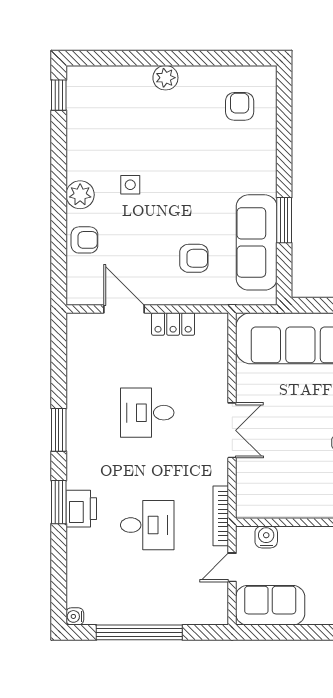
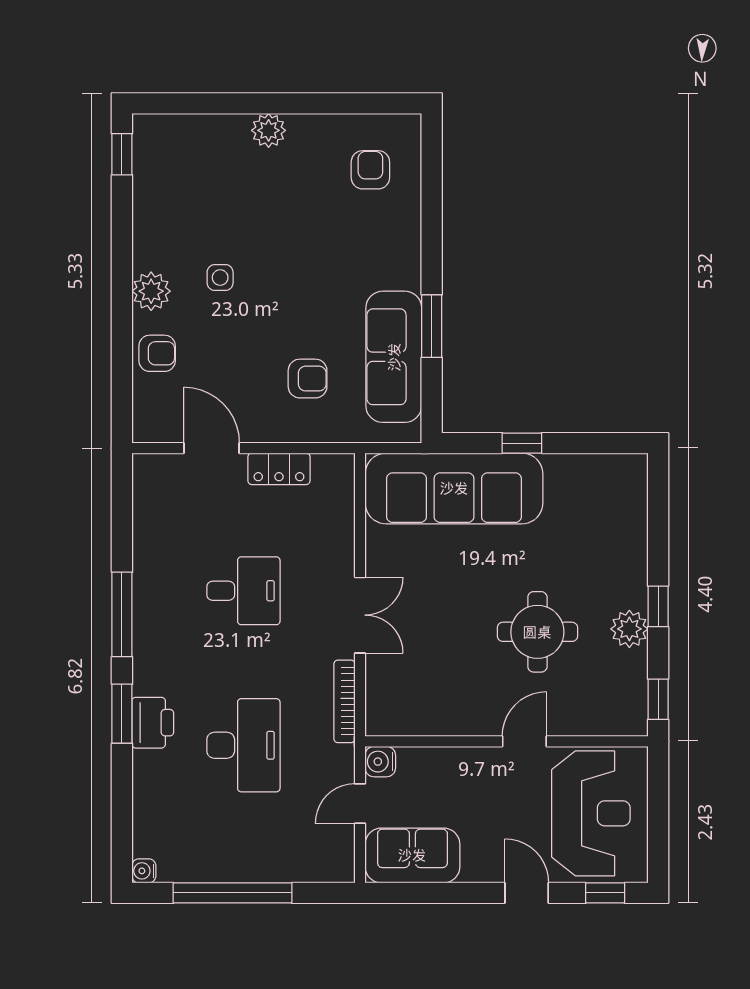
desk: (147, 413) -> (243, 591), turned 180
window: (59, 430) -> (122, 614), width x1.44
bookcase: (221, 516) -> (344, 701), moved
desk: (147, 525) -> (243, 745), width x1.37
water cooler: (266, 537) -> (380, 762), moved, turned -90

